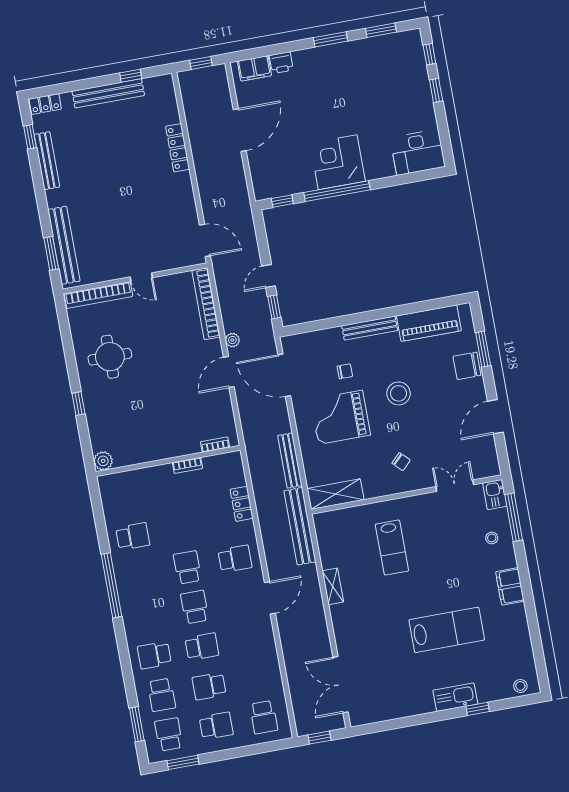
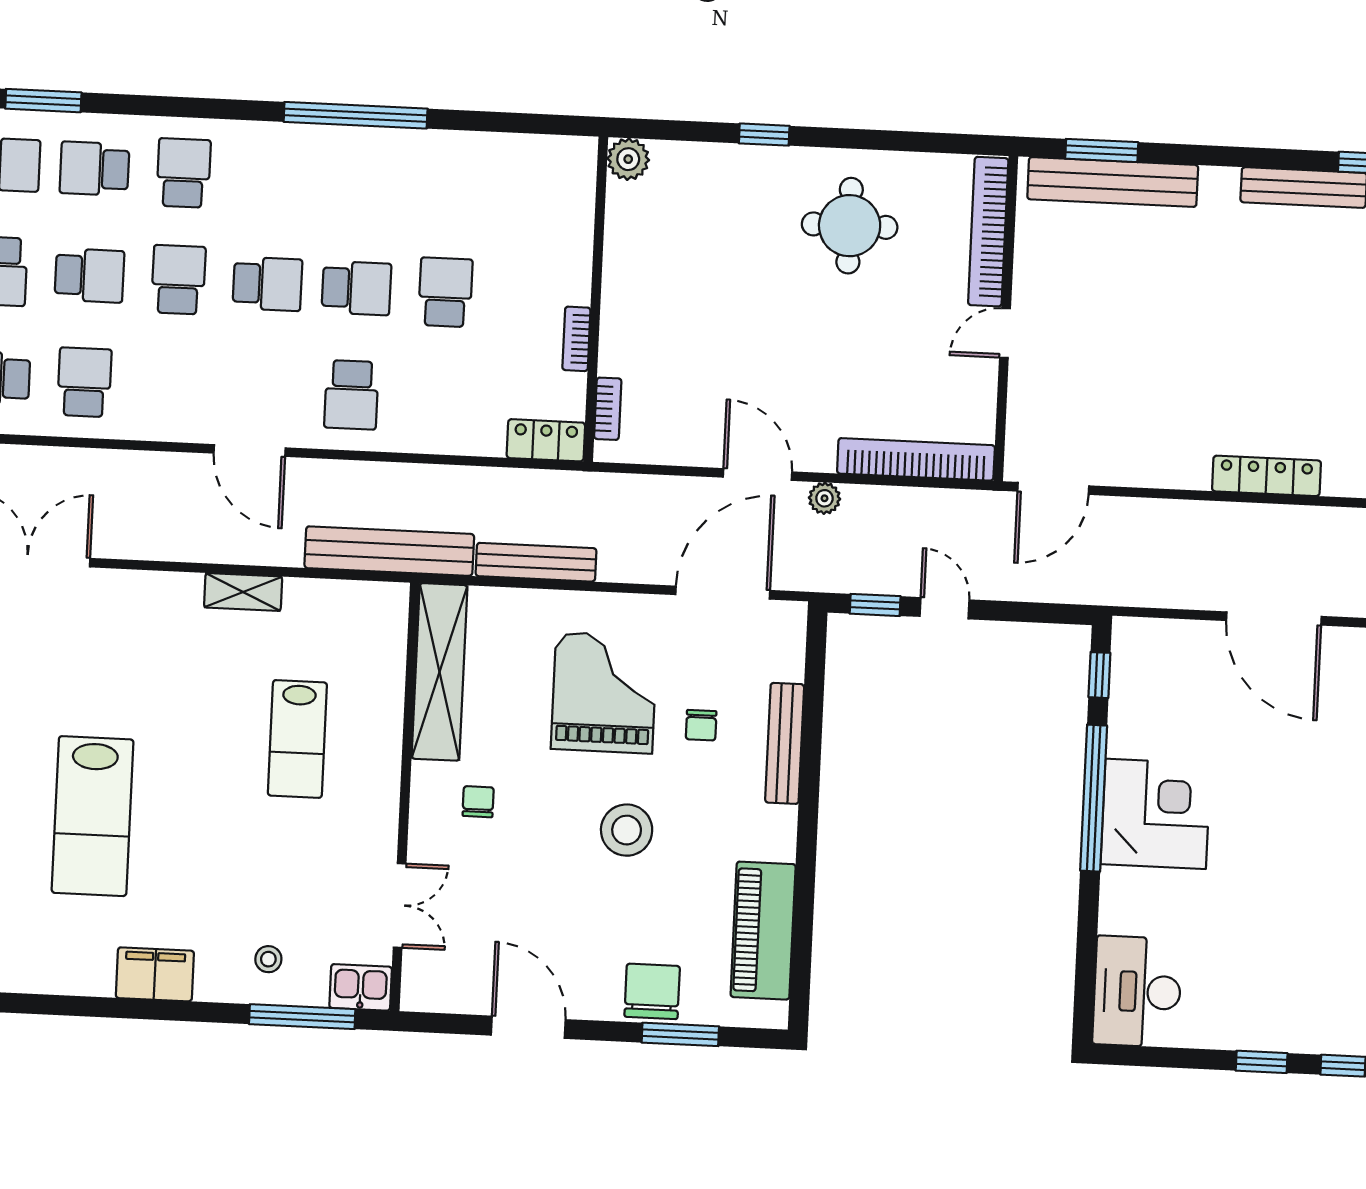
bench: (370, 328) -> (785, 743), moved
chair: (401, 462) -> (478, 802), turned 135
shelving: (336, 494) -> (439, 672), width x1.47
locker: (242, 504) -> (546, 440), moved
school desk: (133, 536) -> (445, 292), moved, turned 180
lab bench: (392, 548) -> (297, 739), turned -90
school desk: (202, 647) -> (178, 280), turned 180
school desk: (257, 678) -> (84, 382), added
school desk: (209, 686) -> (89, 275), turned 90

